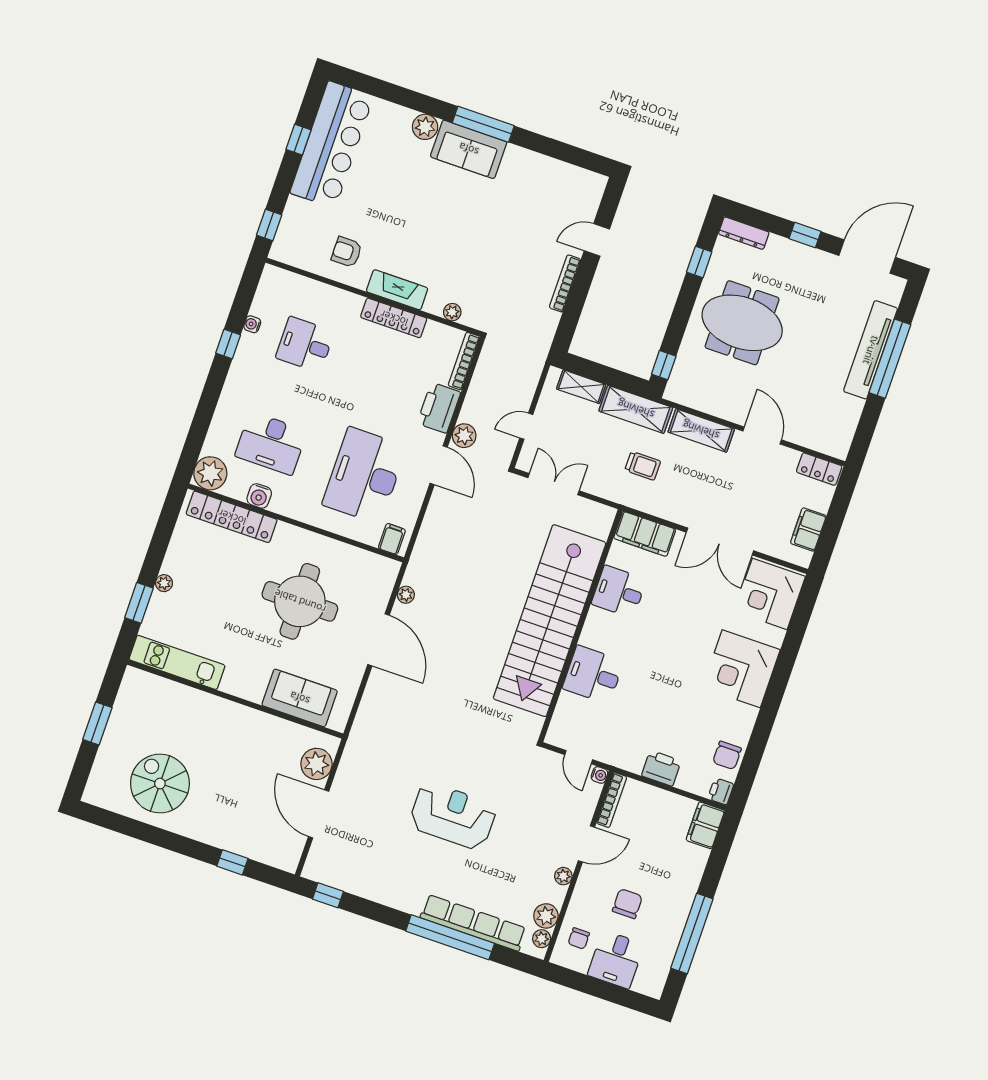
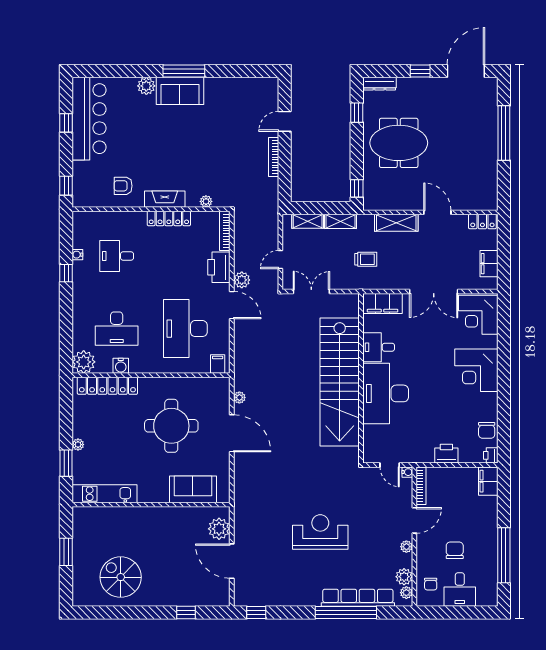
tv unit: (871, 350) -> (489, 132), removed
shelving: (636, 409) -> (340, 221), width x0.67, depth x0.75
desk: (593, 675) -> (386, 393), width x1.87, depth x1.30

